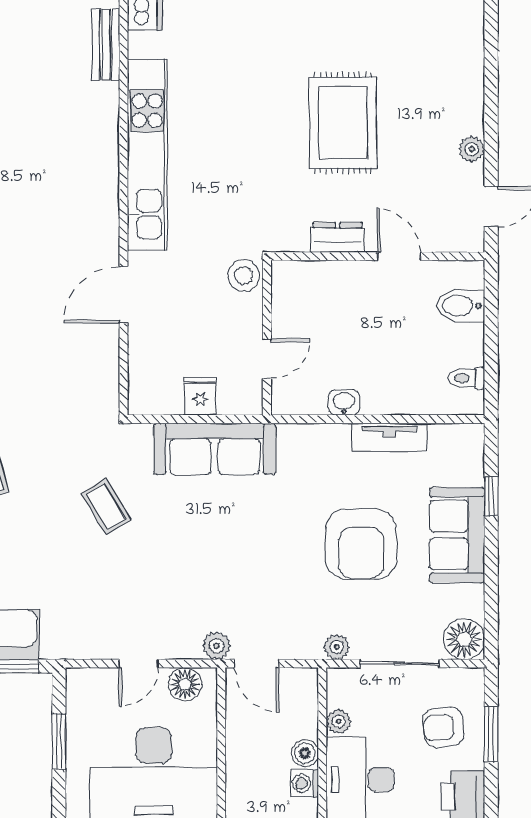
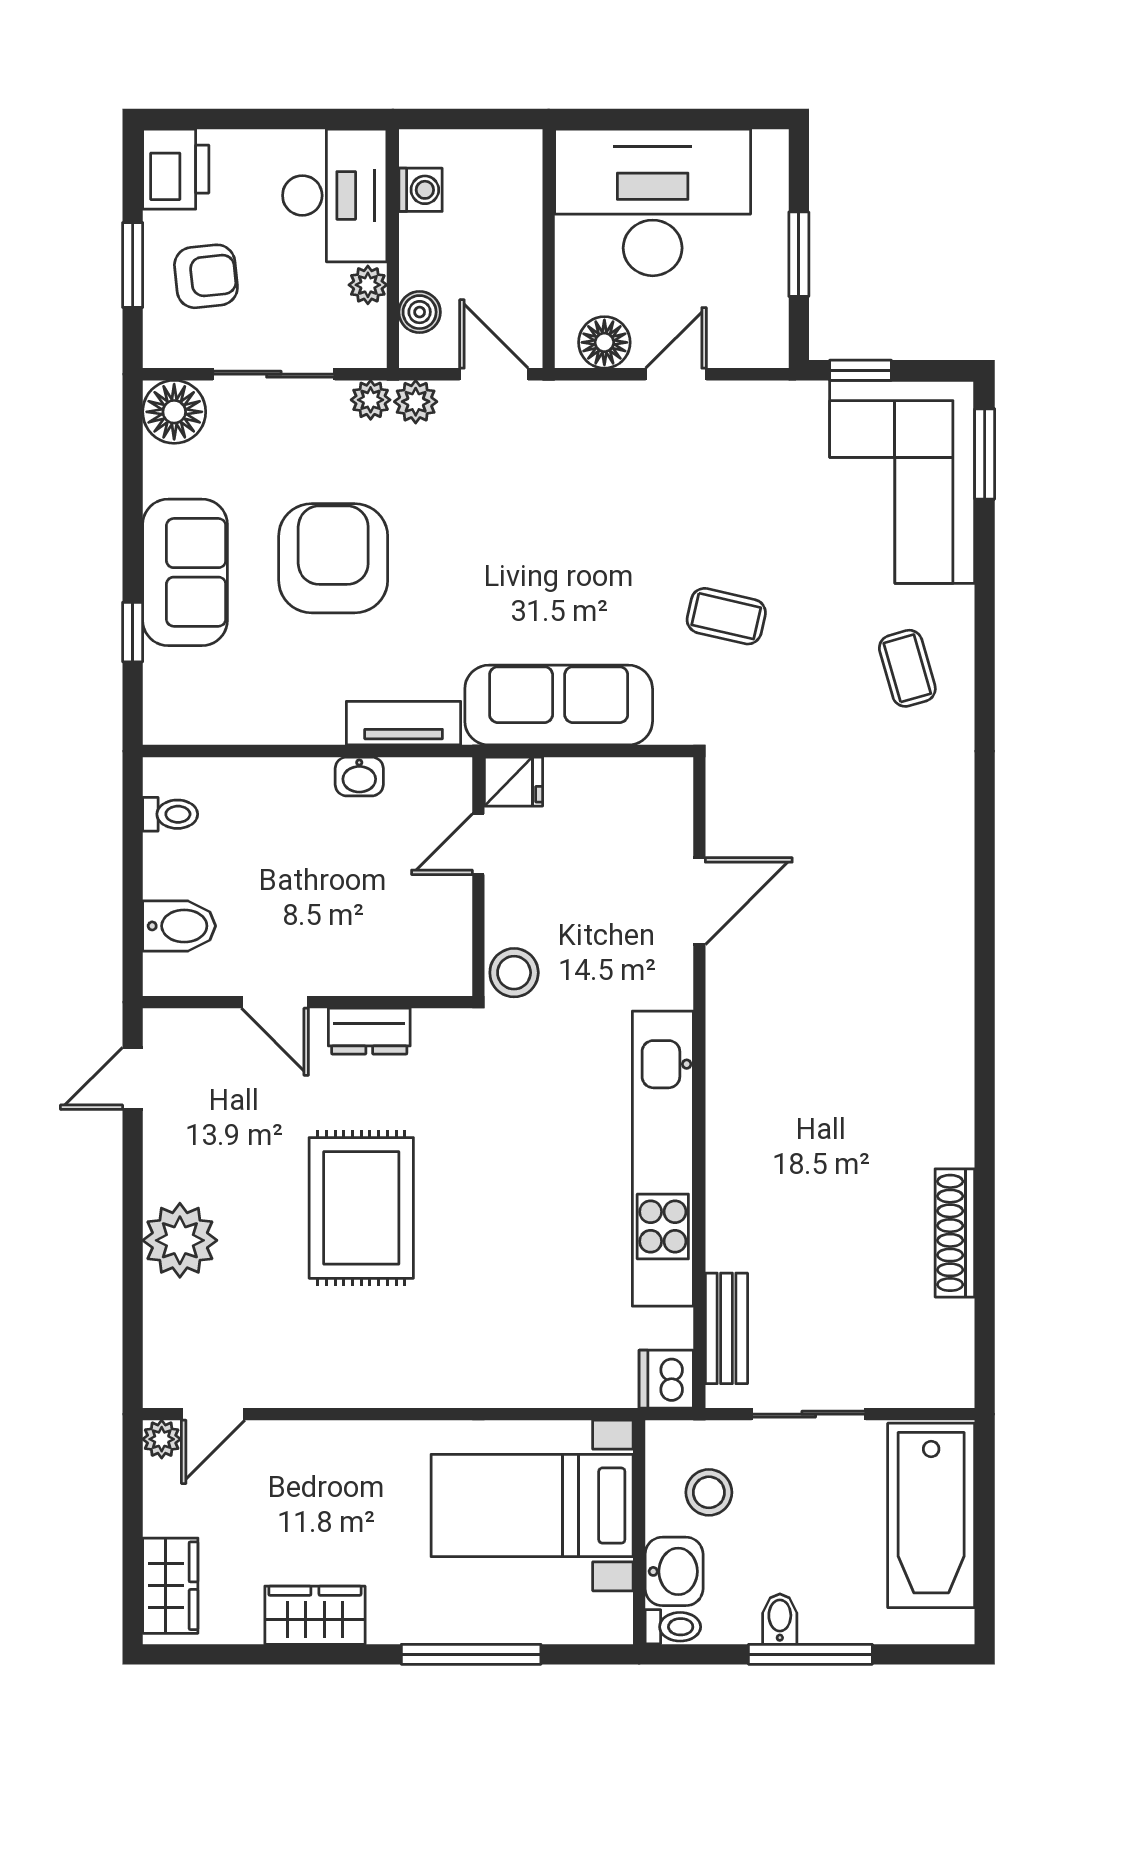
plant: (472, 149) -> (180, 1240), moved, width x1.87, depth x1.87
door: (123, 295) -> (699, 901), moved
fridge: (200, 396) -> (514, 782), moved, turned -90
tv unit: (389, 437) -> (404, 723), moved
coffee table: (106, 507) -> (726, 616), turned -46
plant: (217, 646) -> (416, 402), moved
boiler: (305, 753) -> (420, 312), moved

